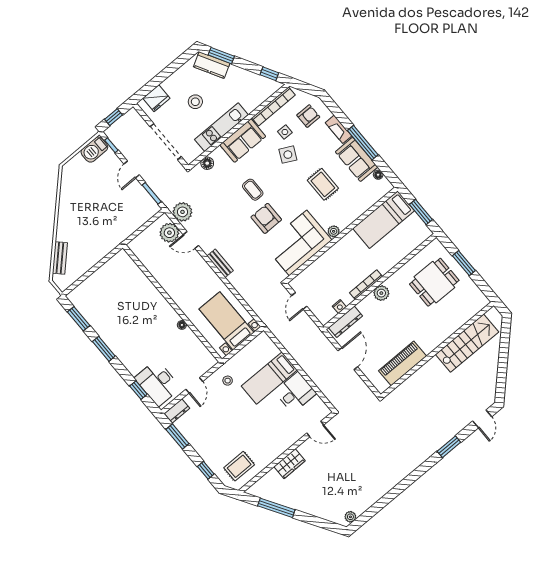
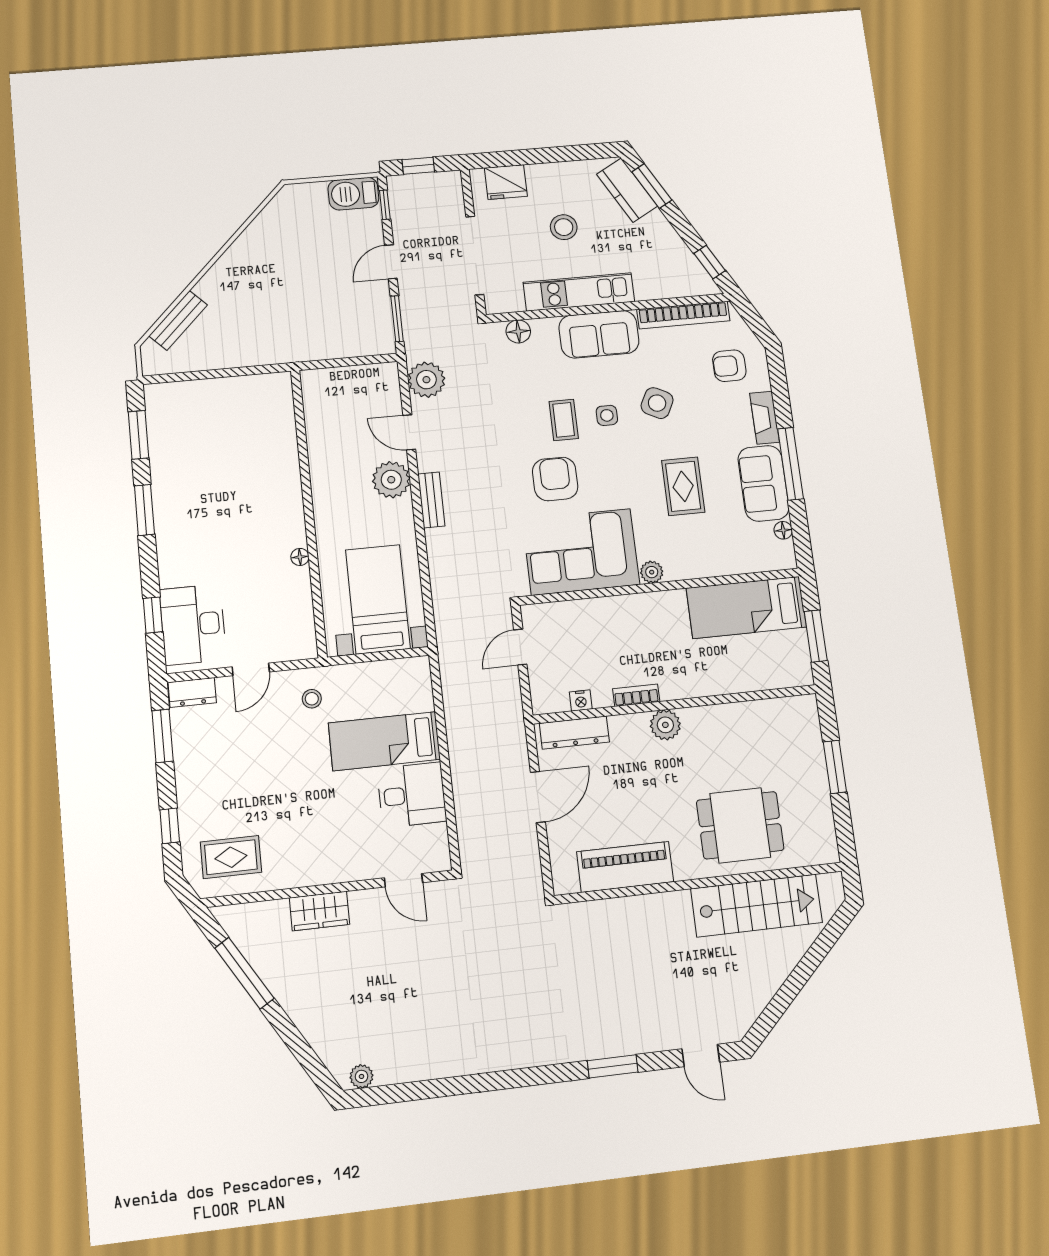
armchair: (308, 116) -> (729, 366), turned 180
side table: (285, 132) -> (607, 415), moved
plant: (169, 233) -> (391, 480), moved
dining table: (434, 282) -> (740, 825), moved
bookcase: (366, 285) -> (636, 695), width x0.64
door: (482, 419) -> (701, 1055), hinge flipped

